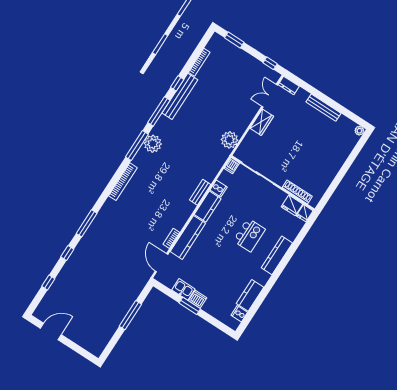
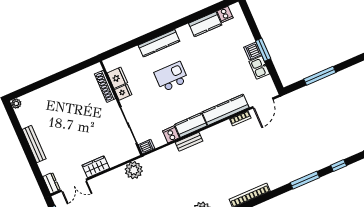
fridge: (305, 213) -> (123, 92), moved

